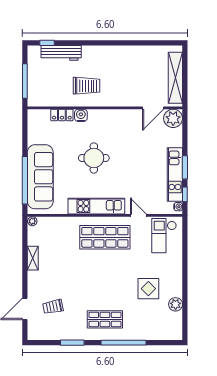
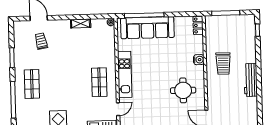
workbench: (61, 53) -> (251, 80), moved
locker: (62, 115) -> (198, 25), moved
round table: (94, 158) -> (183, 90), moved
shop shelf: (105, 237) -> (99, 82), width x0.70, depth x0.74

